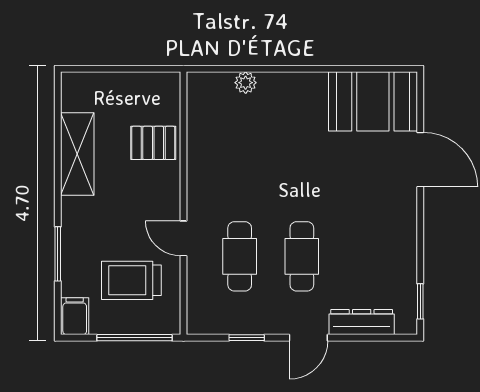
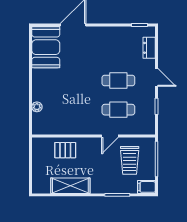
pallet: (153, 143) -> (65, 150), turned 90
dresser: (362, 322) -> (149, 48), width x0.70

